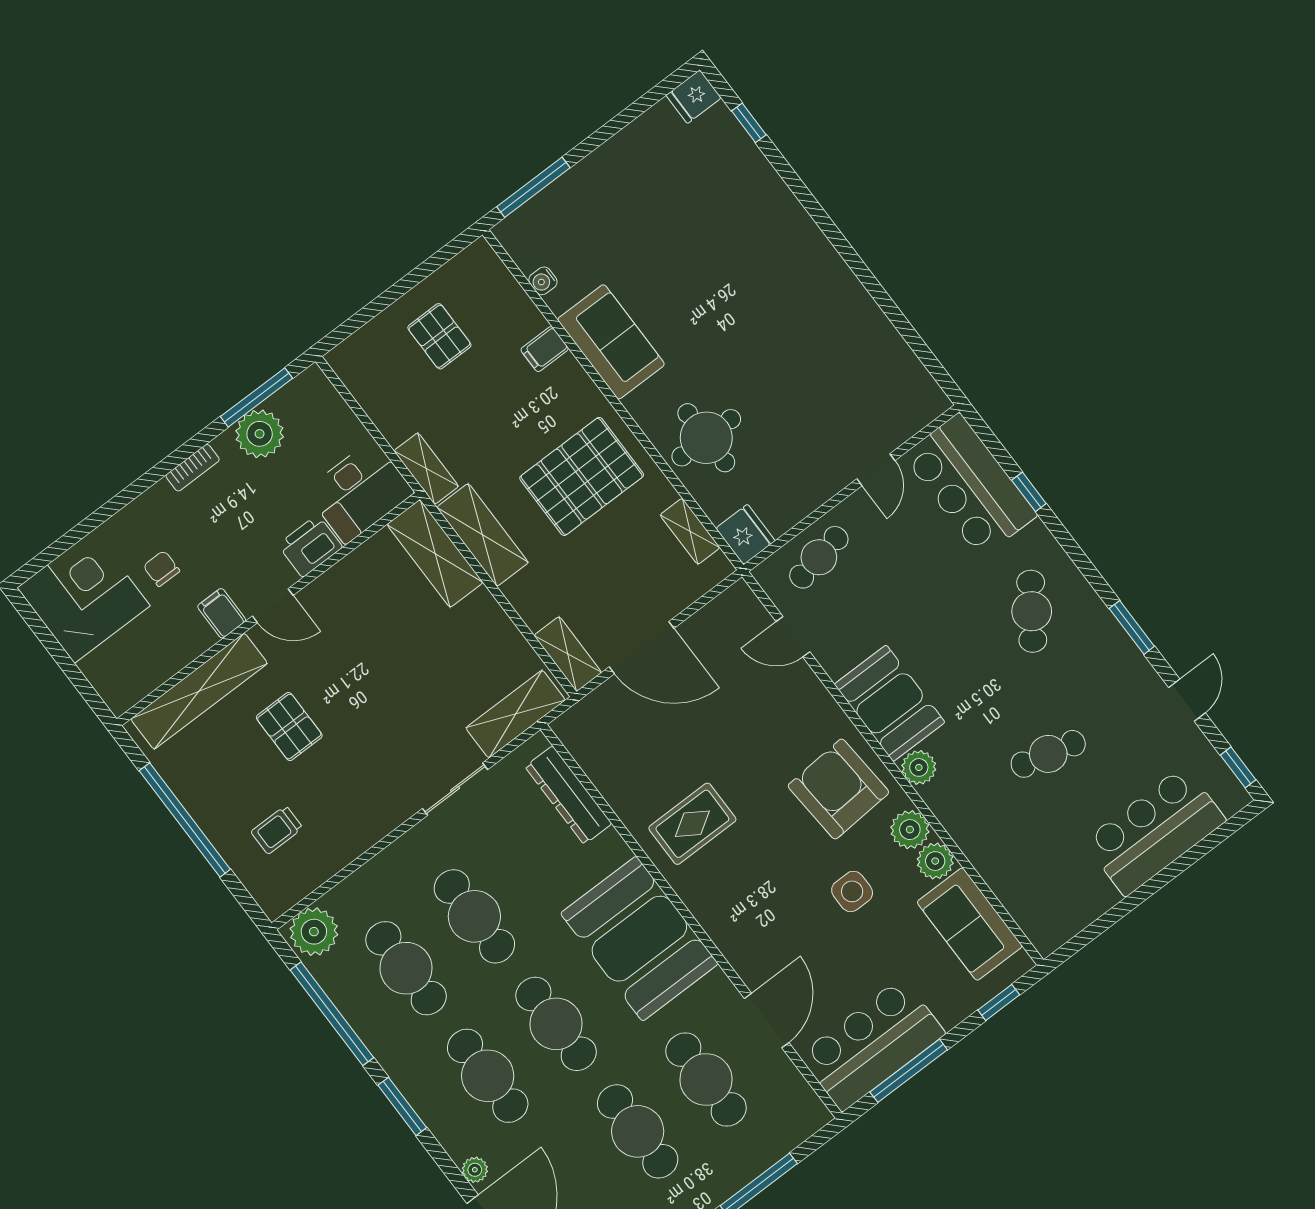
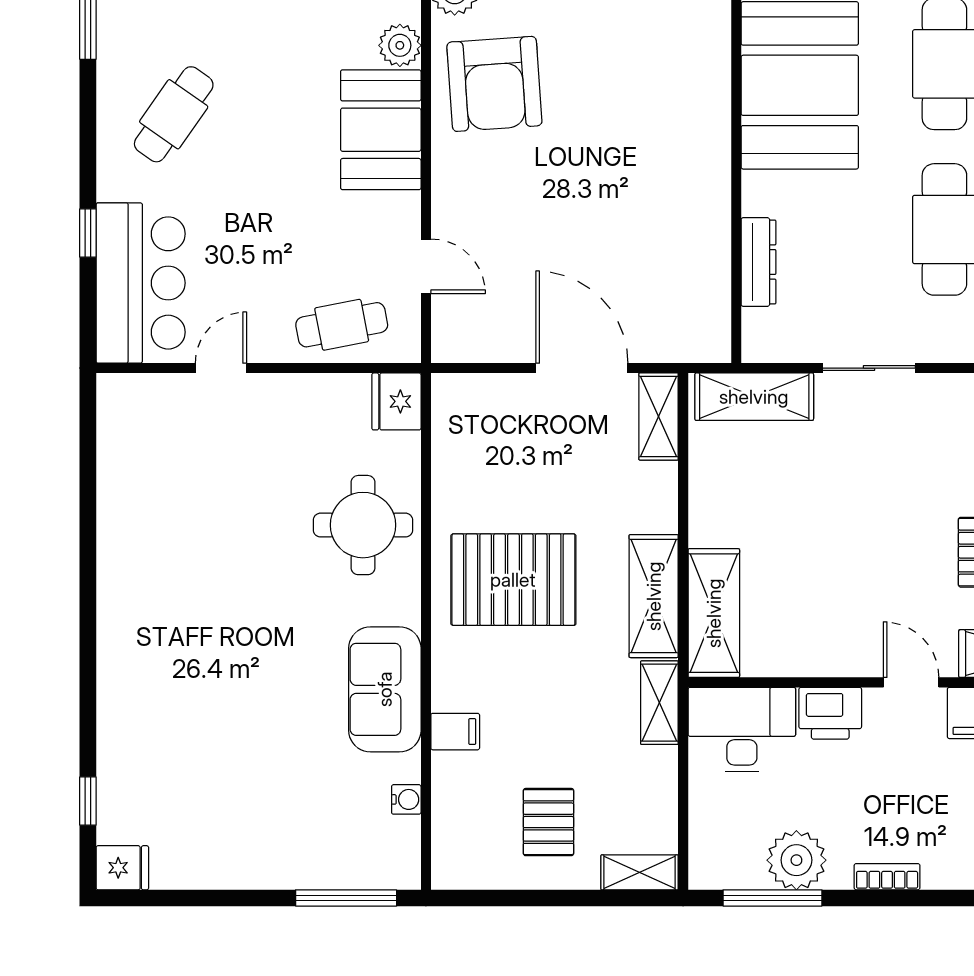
shelving: (690, 531) -> (640, 872), moved, turned 90
dresser: (568, 795) -> (758, 262), width x0.73, depth x0.80
rug: (692, 824) -> (663, 158), removed

